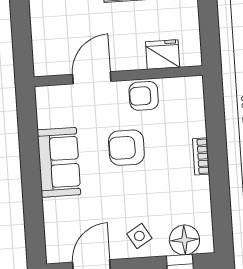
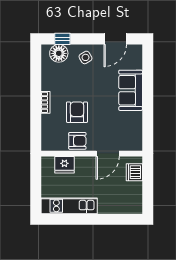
dishwasher: (45, 50) -> (134, 172), added
armchair: (126, 148) -> (77, 112), moved, turned -90
sofa: (59, 162) -> (131, 90), moved

